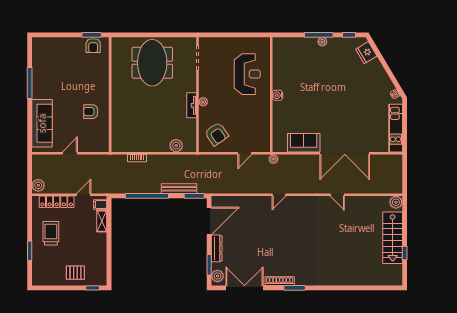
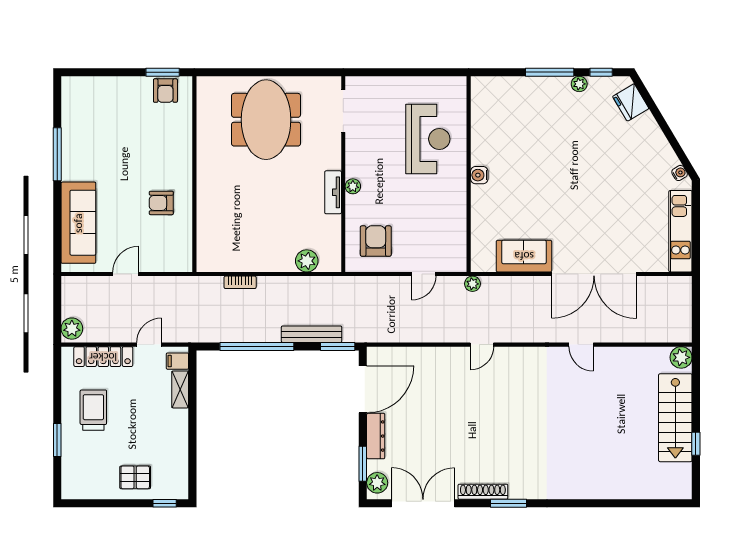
plant: (322, 42) -> (579, 84), moved
armchair: (217, 134) -> (376, 241), turned -145

